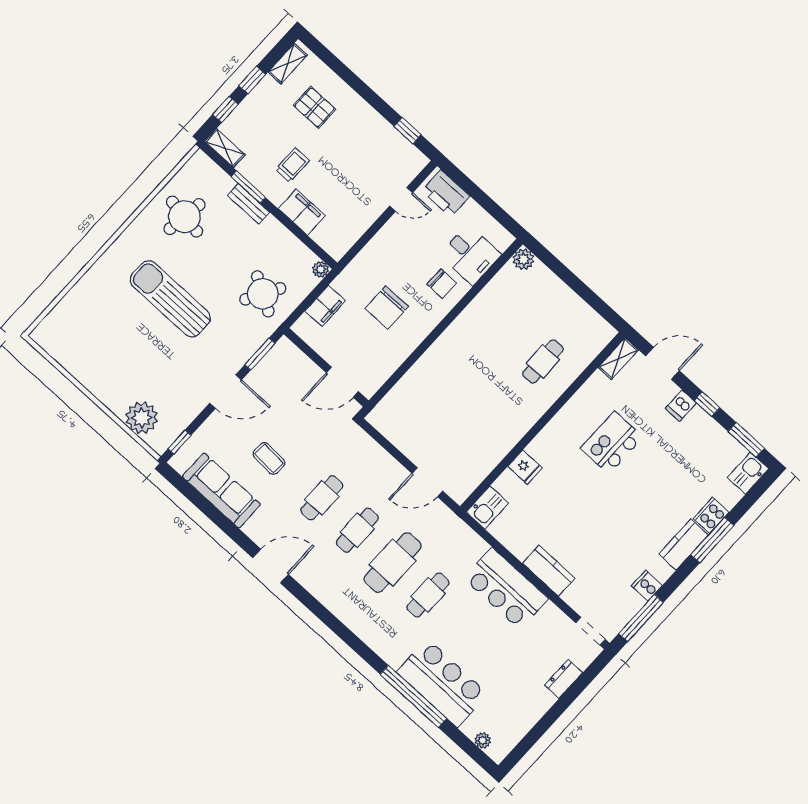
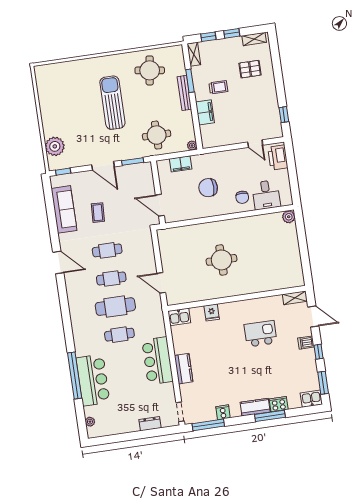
pallet: (315, 107) -> (250, 69), turned 90
bench: (248, 204) -> (184, 93), width x1.36
round table: (263, 294) -> (157, 135), turned -30
cafe table: (543, 362) -> (259, 271), removed
round table: (482, 388) -> (222, 260), added

